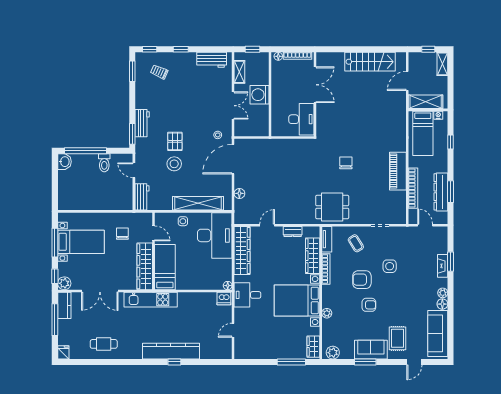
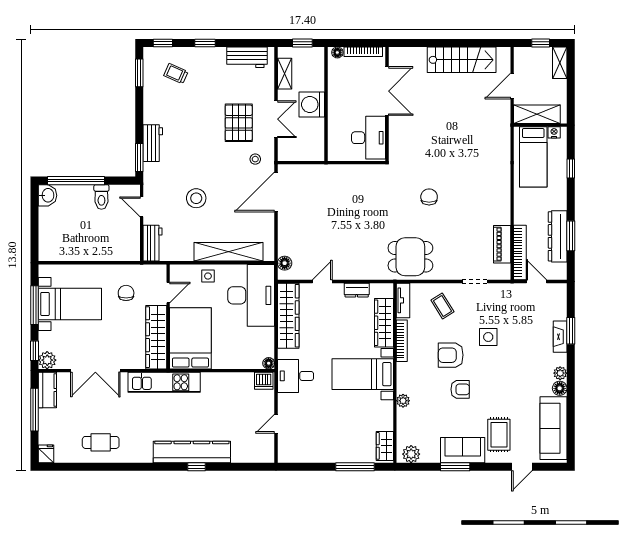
pallet: (175, 141) -> (239, 123), moved, width x1.50, depth x1.42
piano: (398, 171) -> (502, 244), moved, width x0.73, depth x0.75
bookcase: (413, 188) -> (520, 253), moved
floor lamp: (239, 193) -> (285, 263), moved
door: (153, 233) -> (168, 293), hinge flipped
bed: (165, 267) -> (190, 338), width x1.50
bed with nightstands: (297, 300) -> (363, 374), width x0.73

